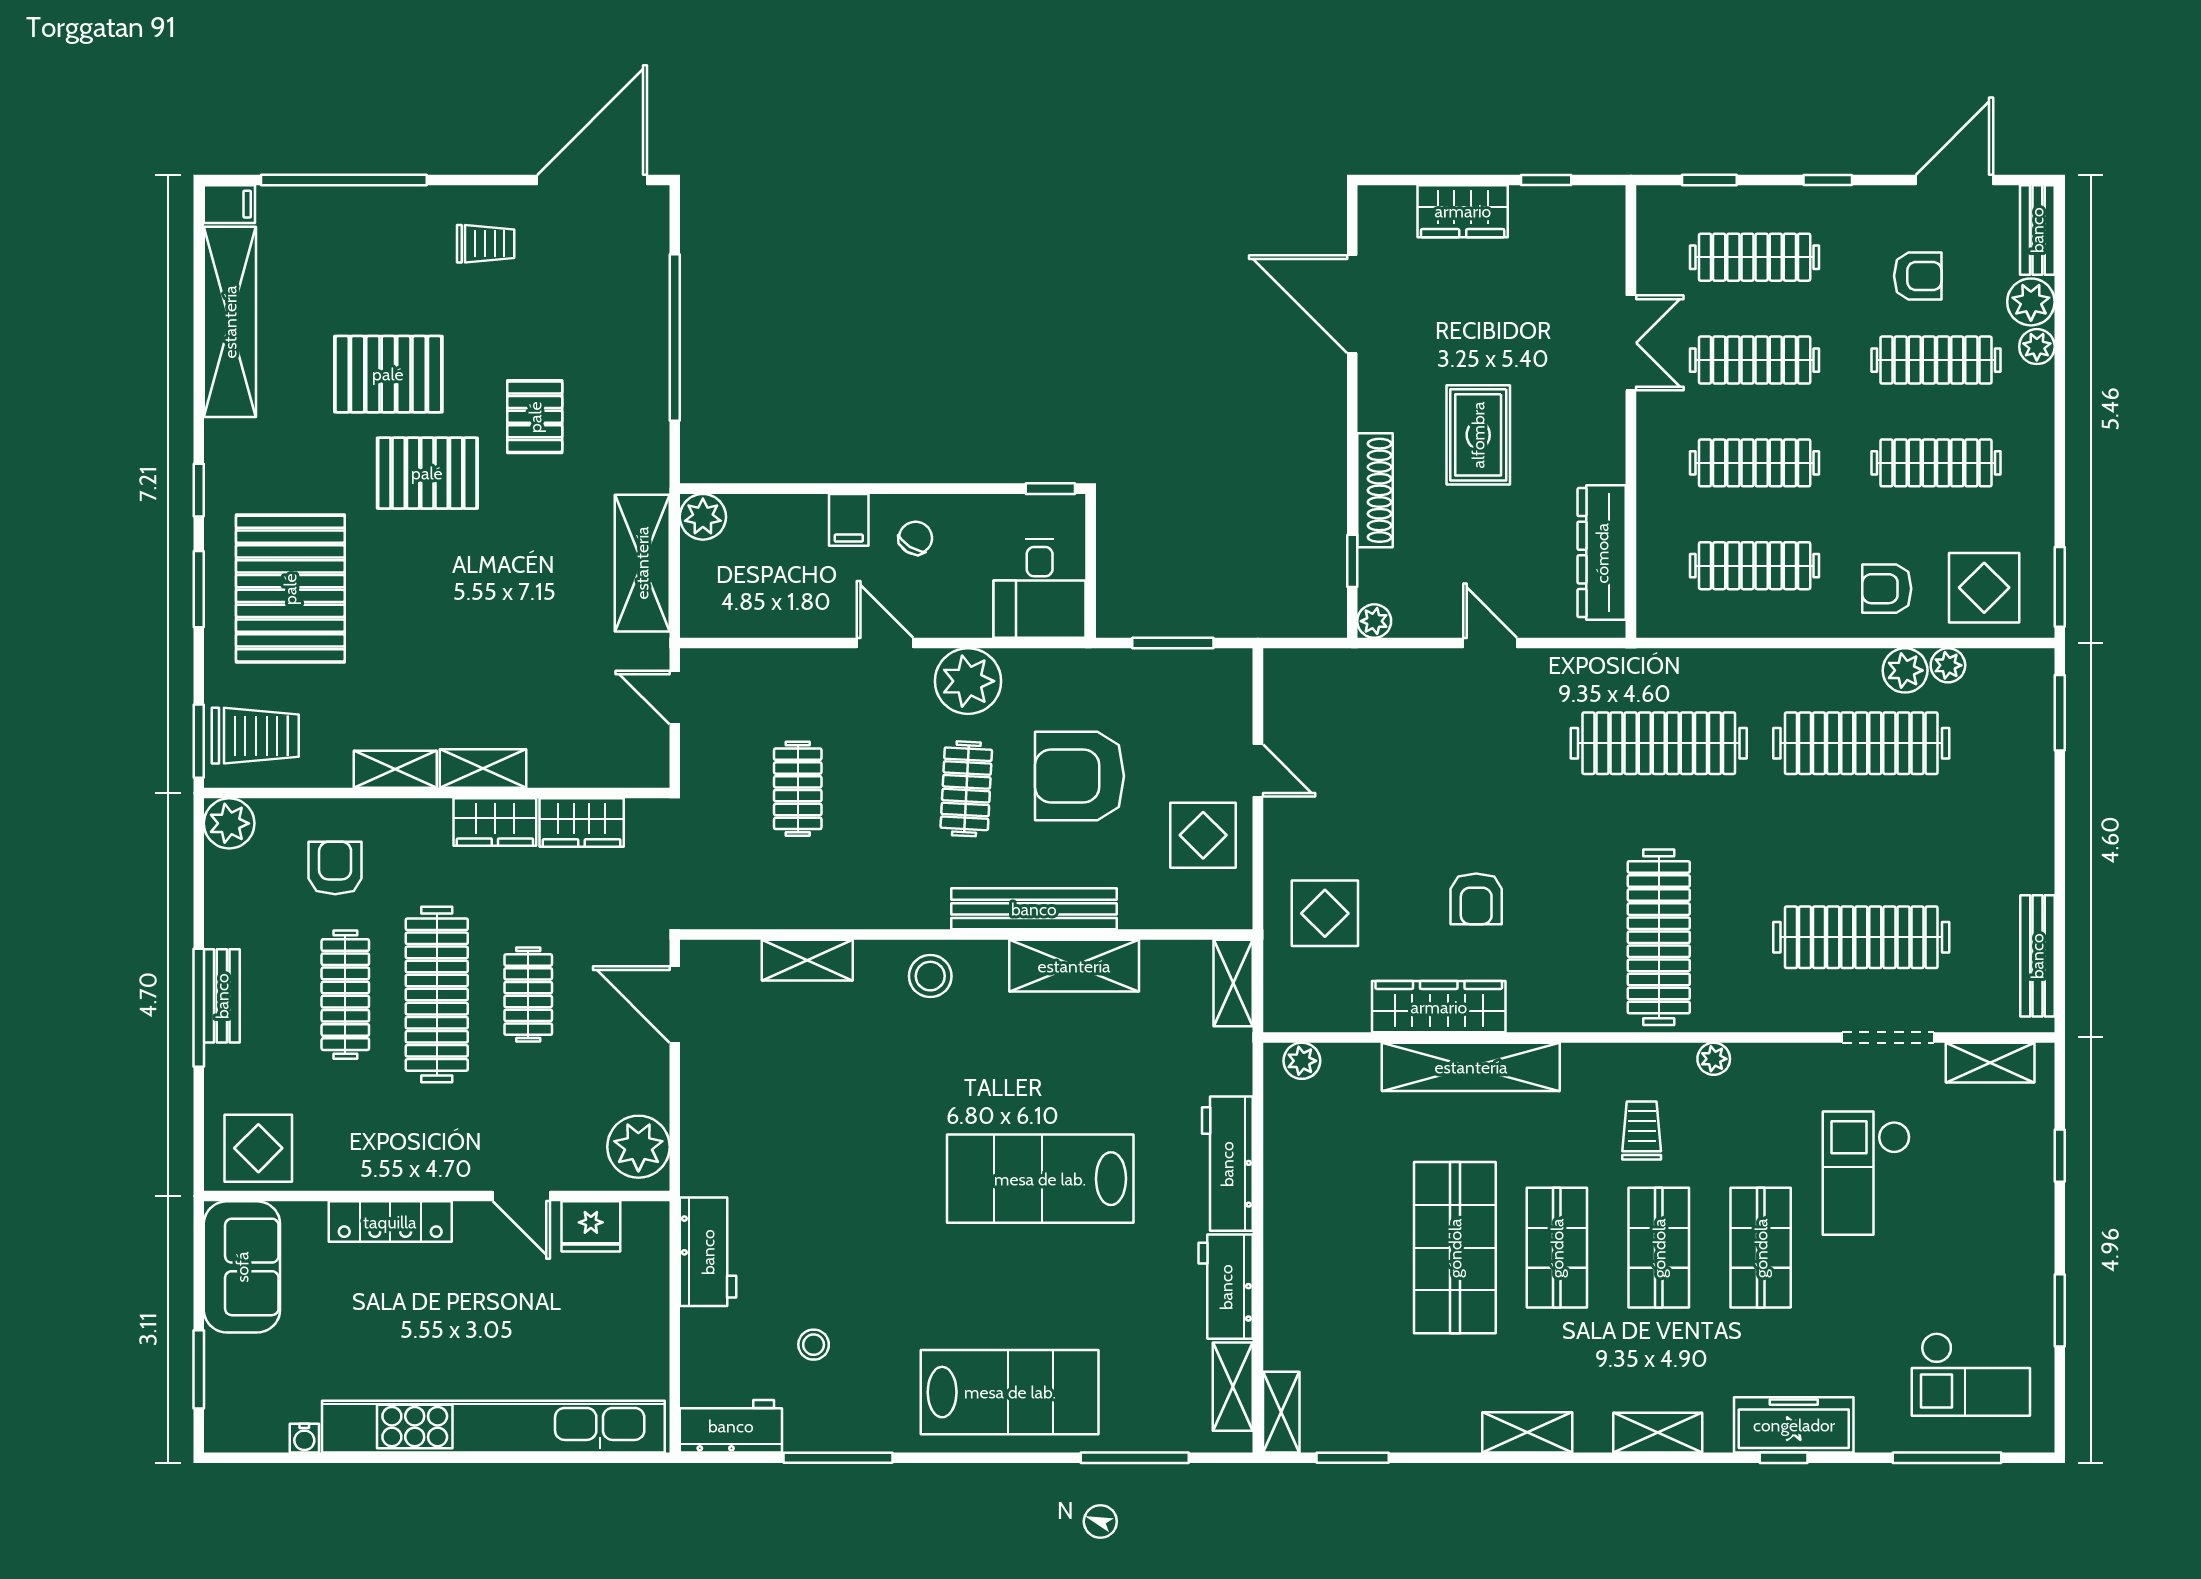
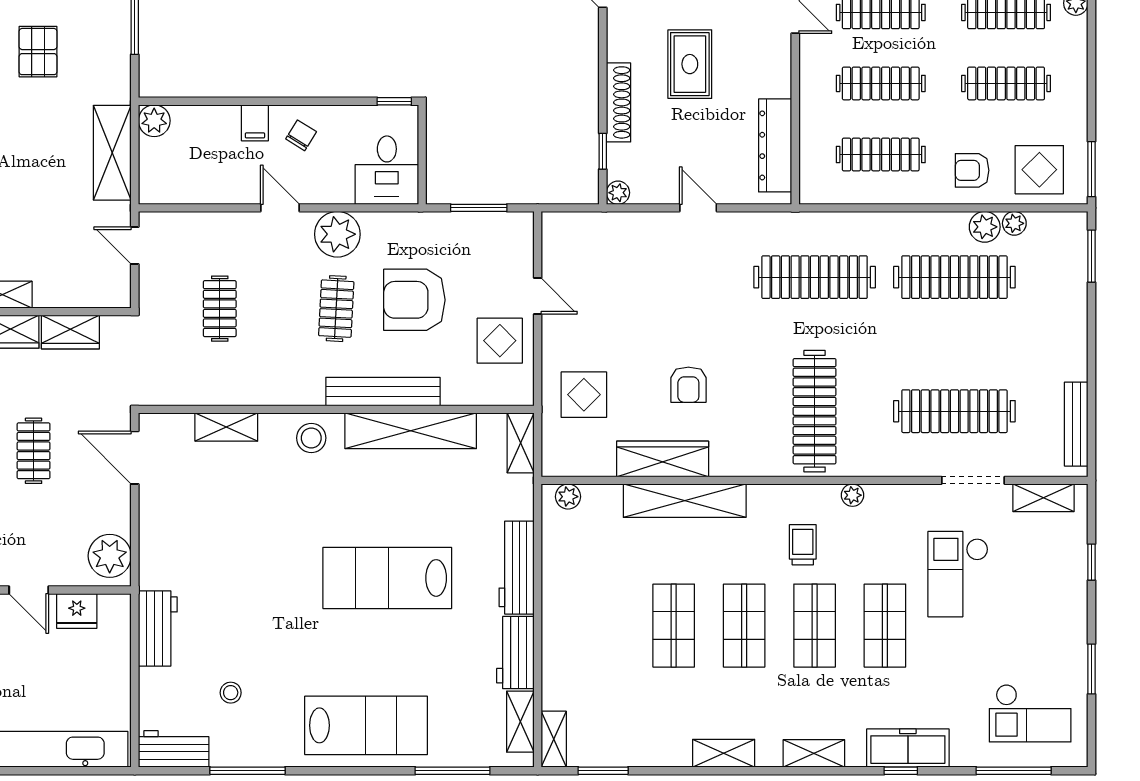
shelving: (1074, 966) -> (411, 431), width x1.47
shop shelf: (1455, 1248) -> (674, 626), width x0.70, depth x0.74

